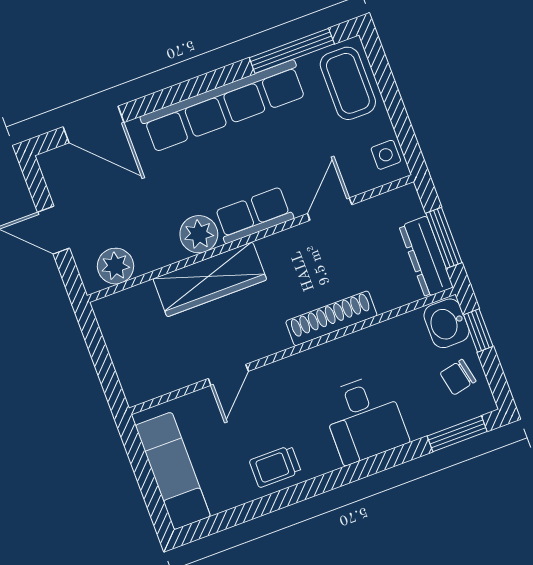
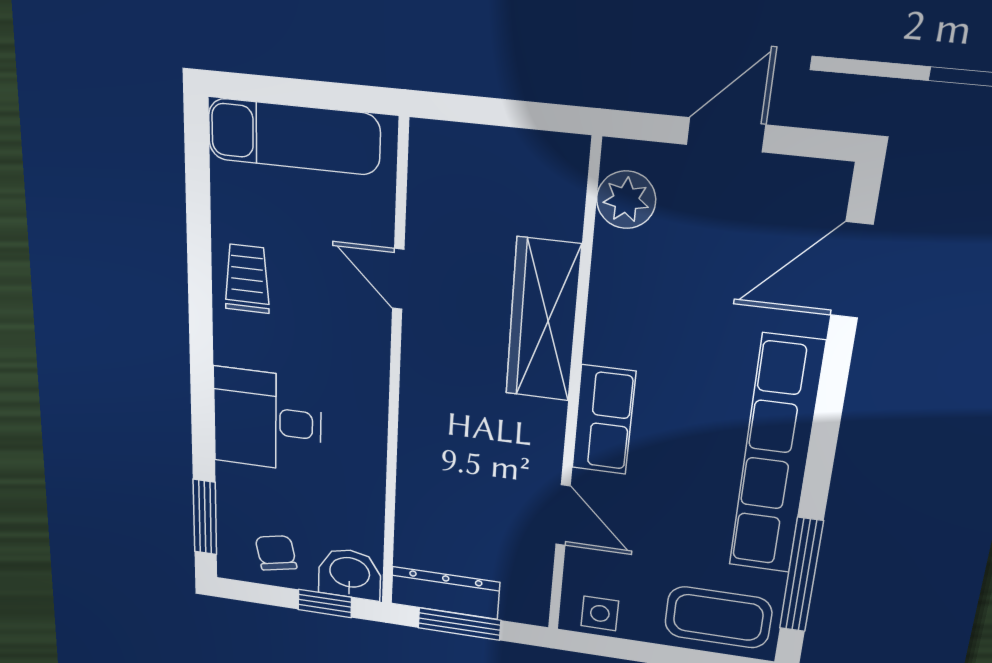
plant: (199, 234) -> (614, 336), removed
shoe rack: (331, 318) -> (417, 446), removed

